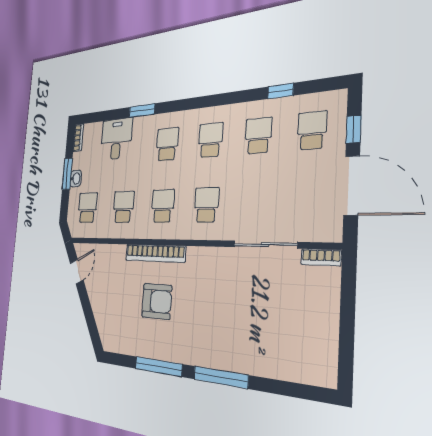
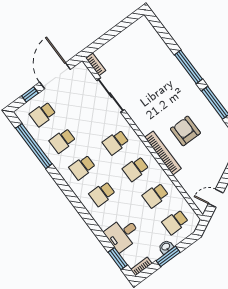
window: (281, 91) -> (34, 146), width x3.17
window: (142, 111) -> (118, 259), moved

